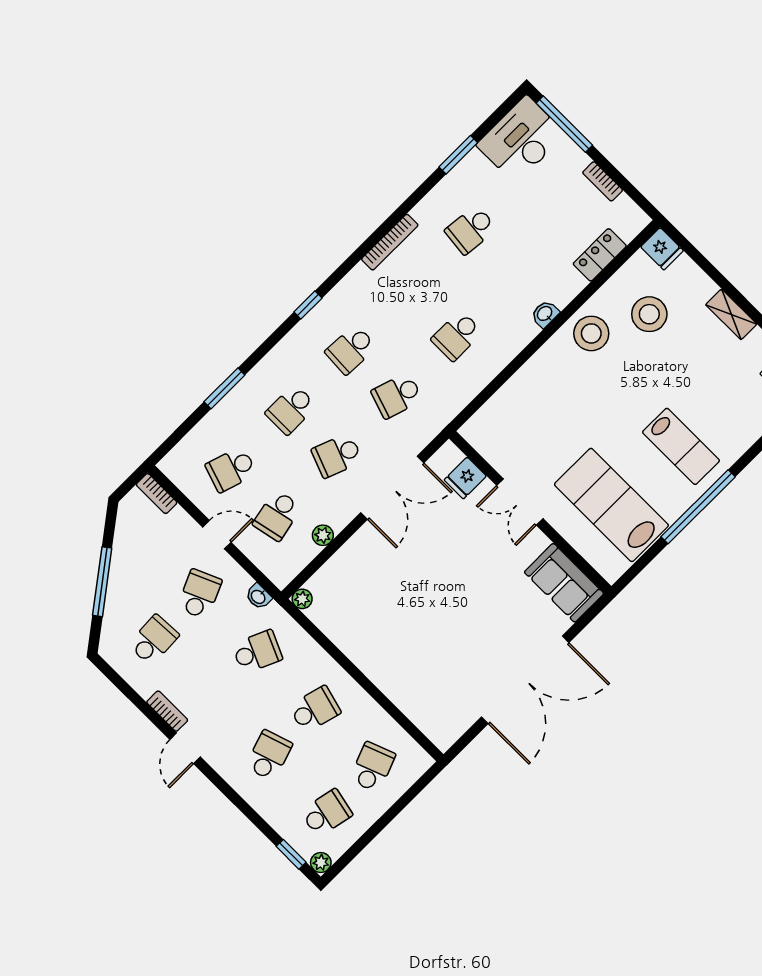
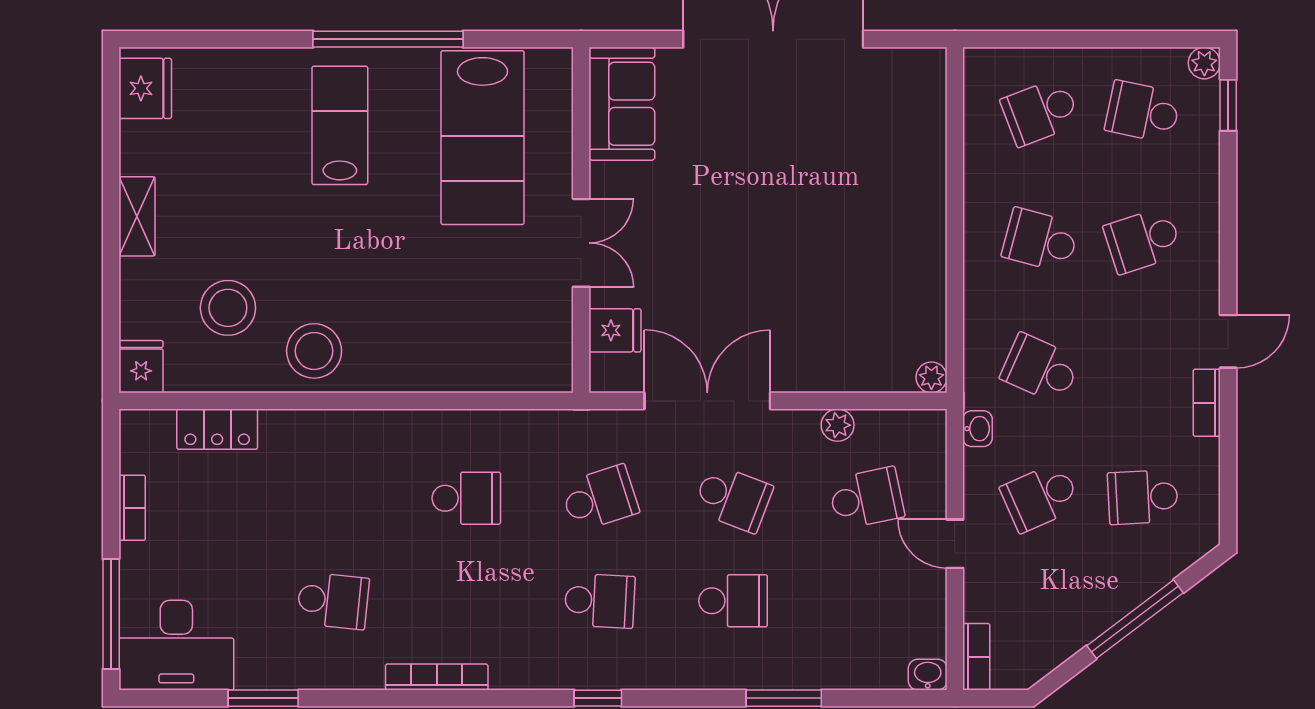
washbasin: (545, 314) -> (928, 675), moved, turned 180
school desk: (397, 396) -> (600, 498), turned -36
school desk: (231, 469) -> (866, 601), removed

